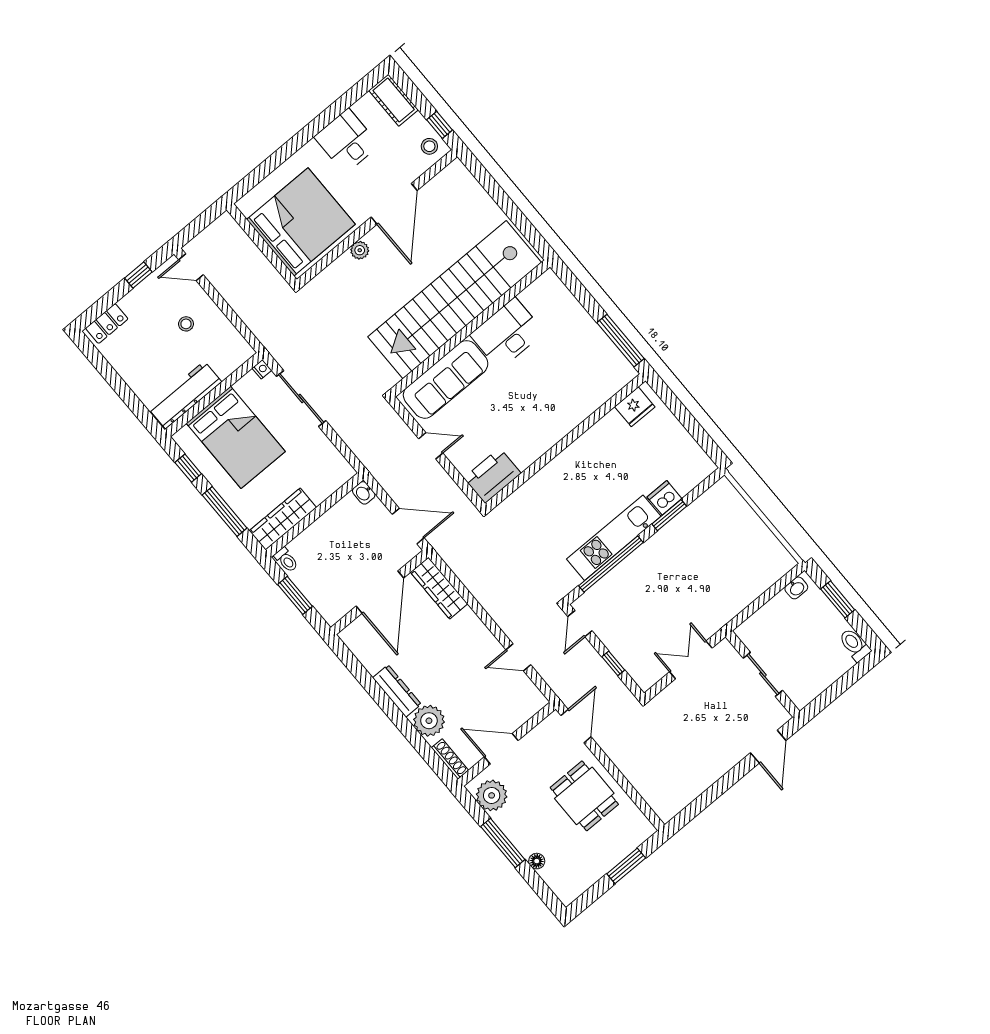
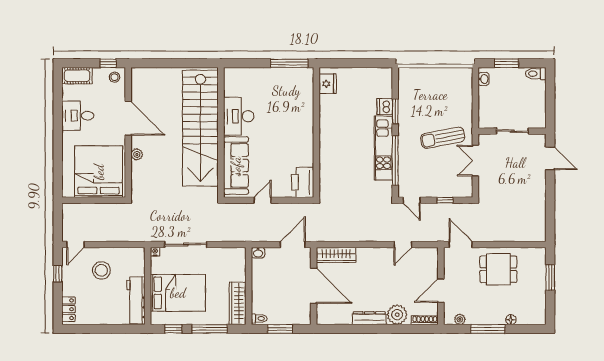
stool: (186, 324) -> (101, 270), width x1.89, depth x1.89
sun lounger: (685, 598) -> (443, 138), added
plant: (492, 795) -> (460, 319), width x0.53, depth x0.53

